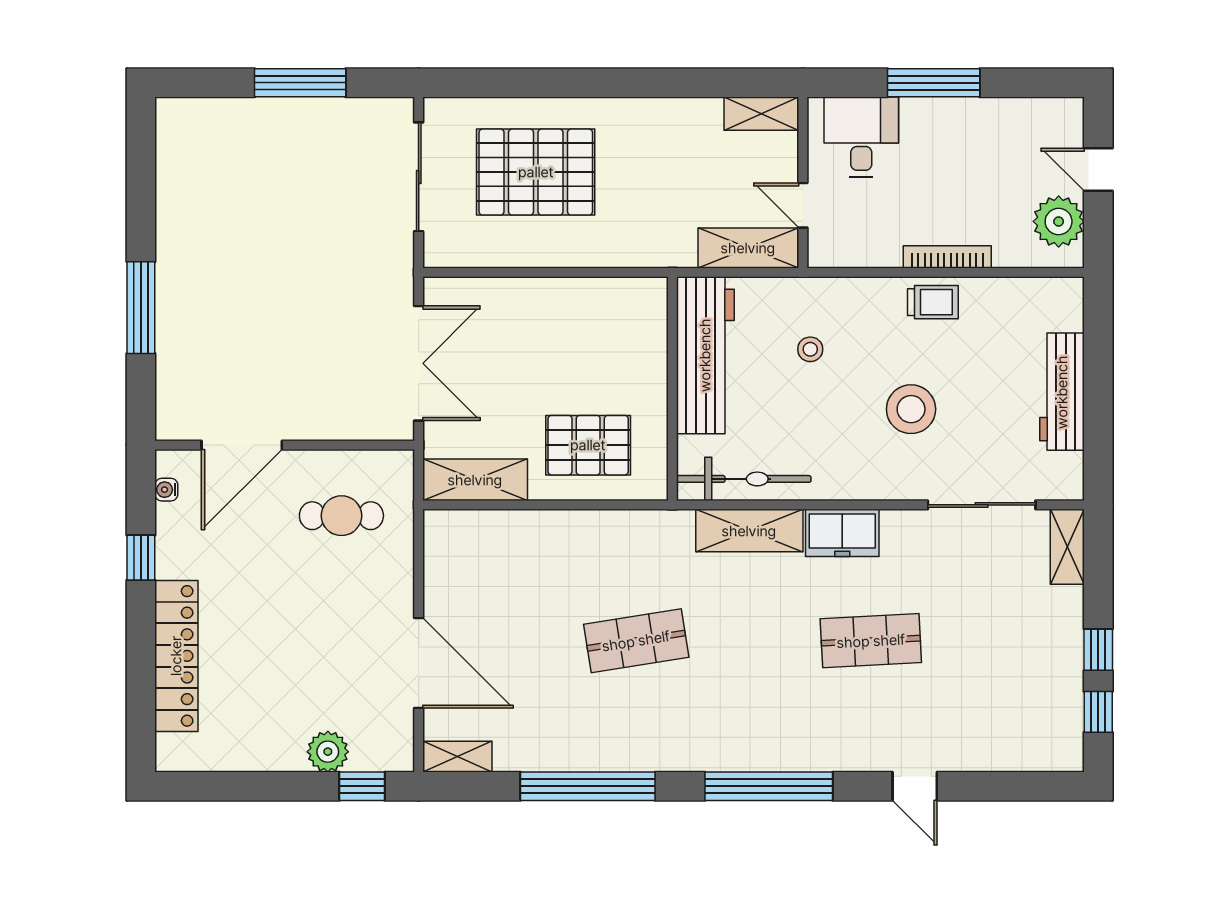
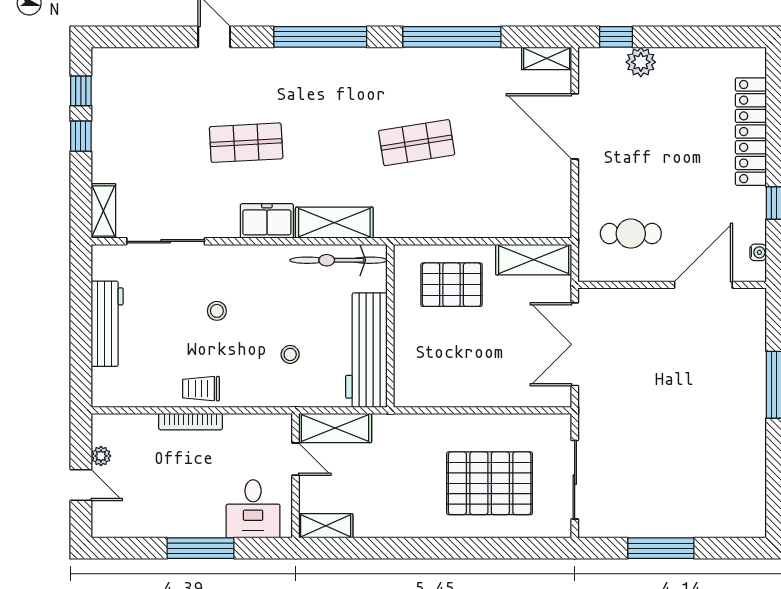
plant: (1059, 221) -> (101, 456), width x0.53, depth x0.53
stool: (911, 409) -> (217, 311), width x0.53, depth x0.53

